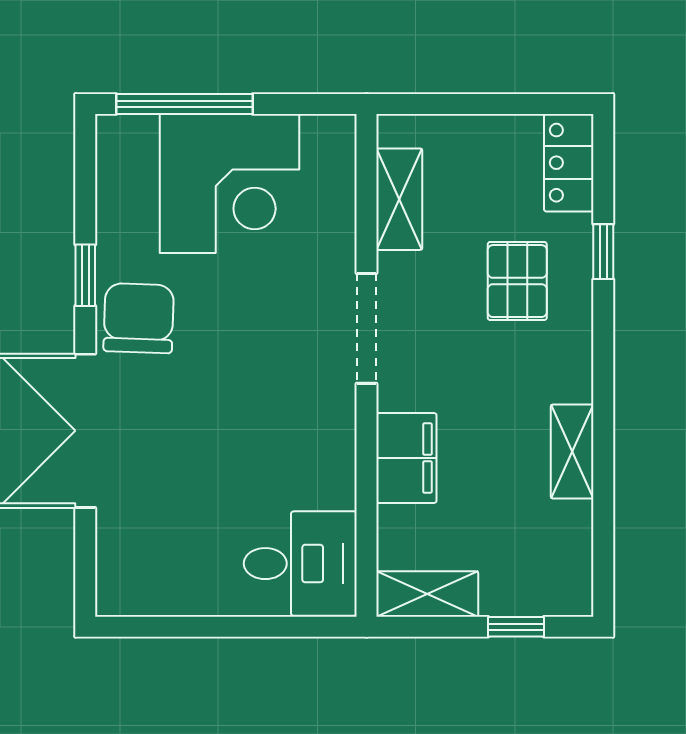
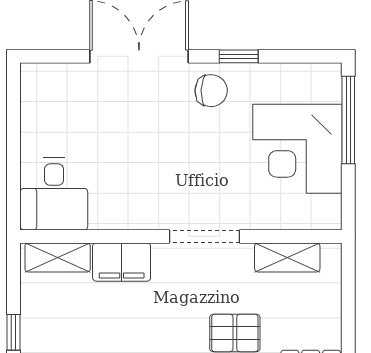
chair: (139, 318) -> (211, 91), width x0.73, depth x0.73
shelving: (427, 594) -> (58, 257), moved, turned 90

